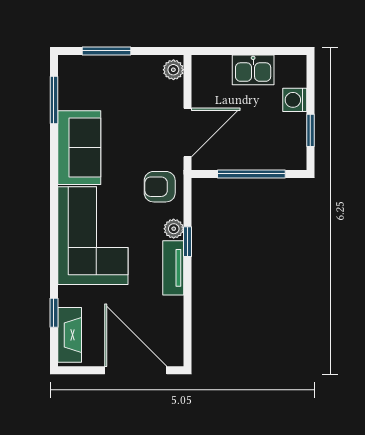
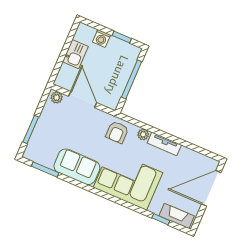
door: (187, 132) -> (83, 100), moved
window: (187, 242) -> (153, 130), removed

